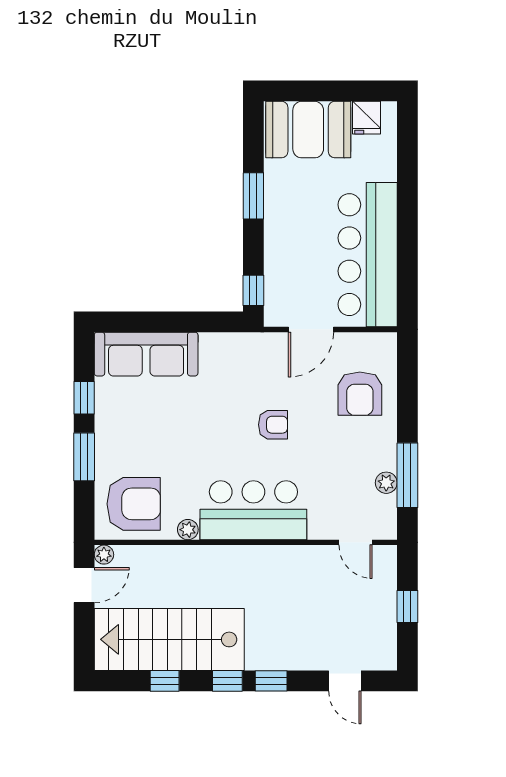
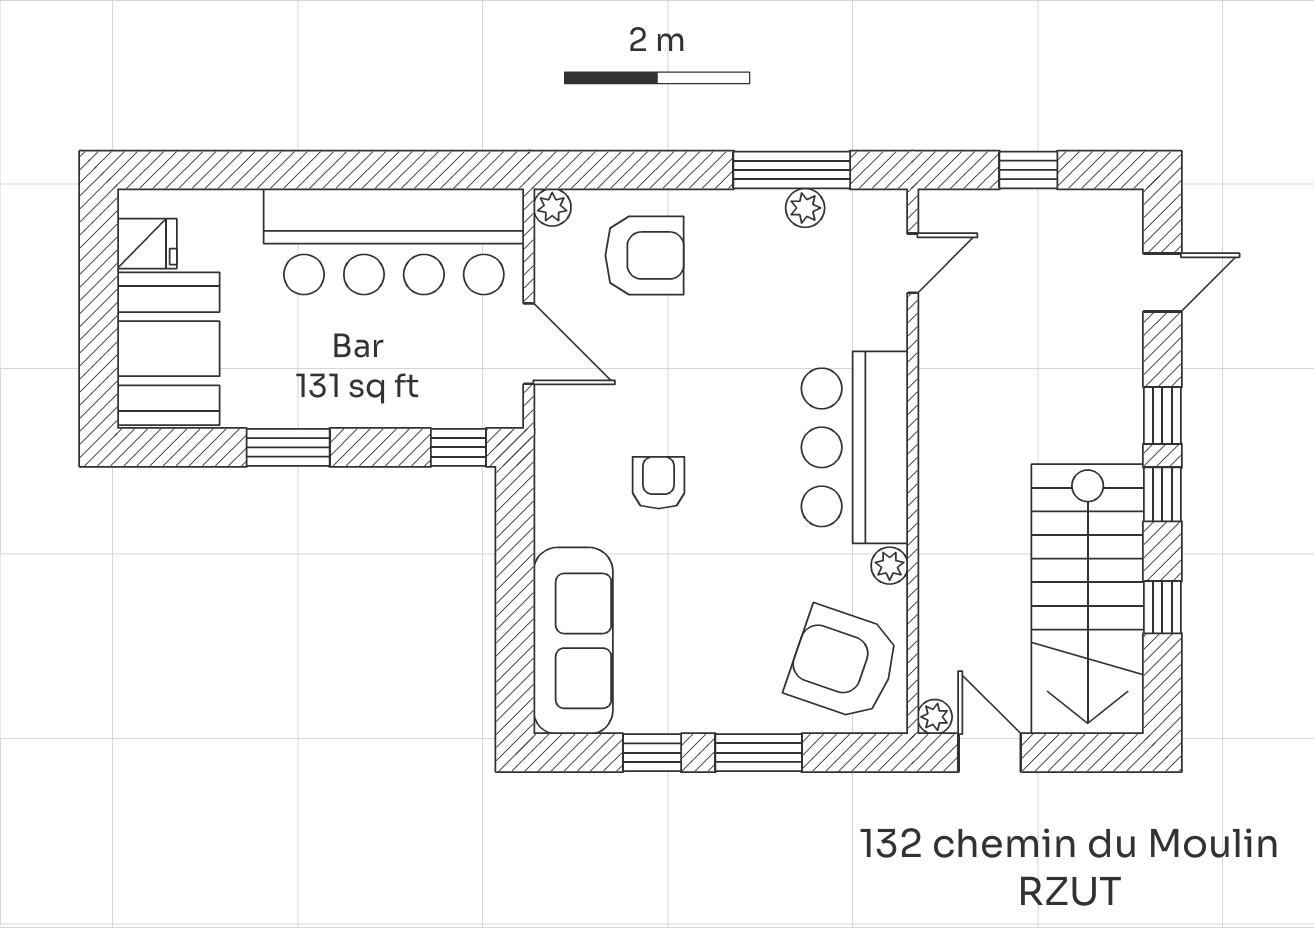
plant: (387, 342) -> (552, 207), added
armchair: (273, 425) -> (659, 483), moved
armchair: (134, 504) -> (843, 663), turned -71

